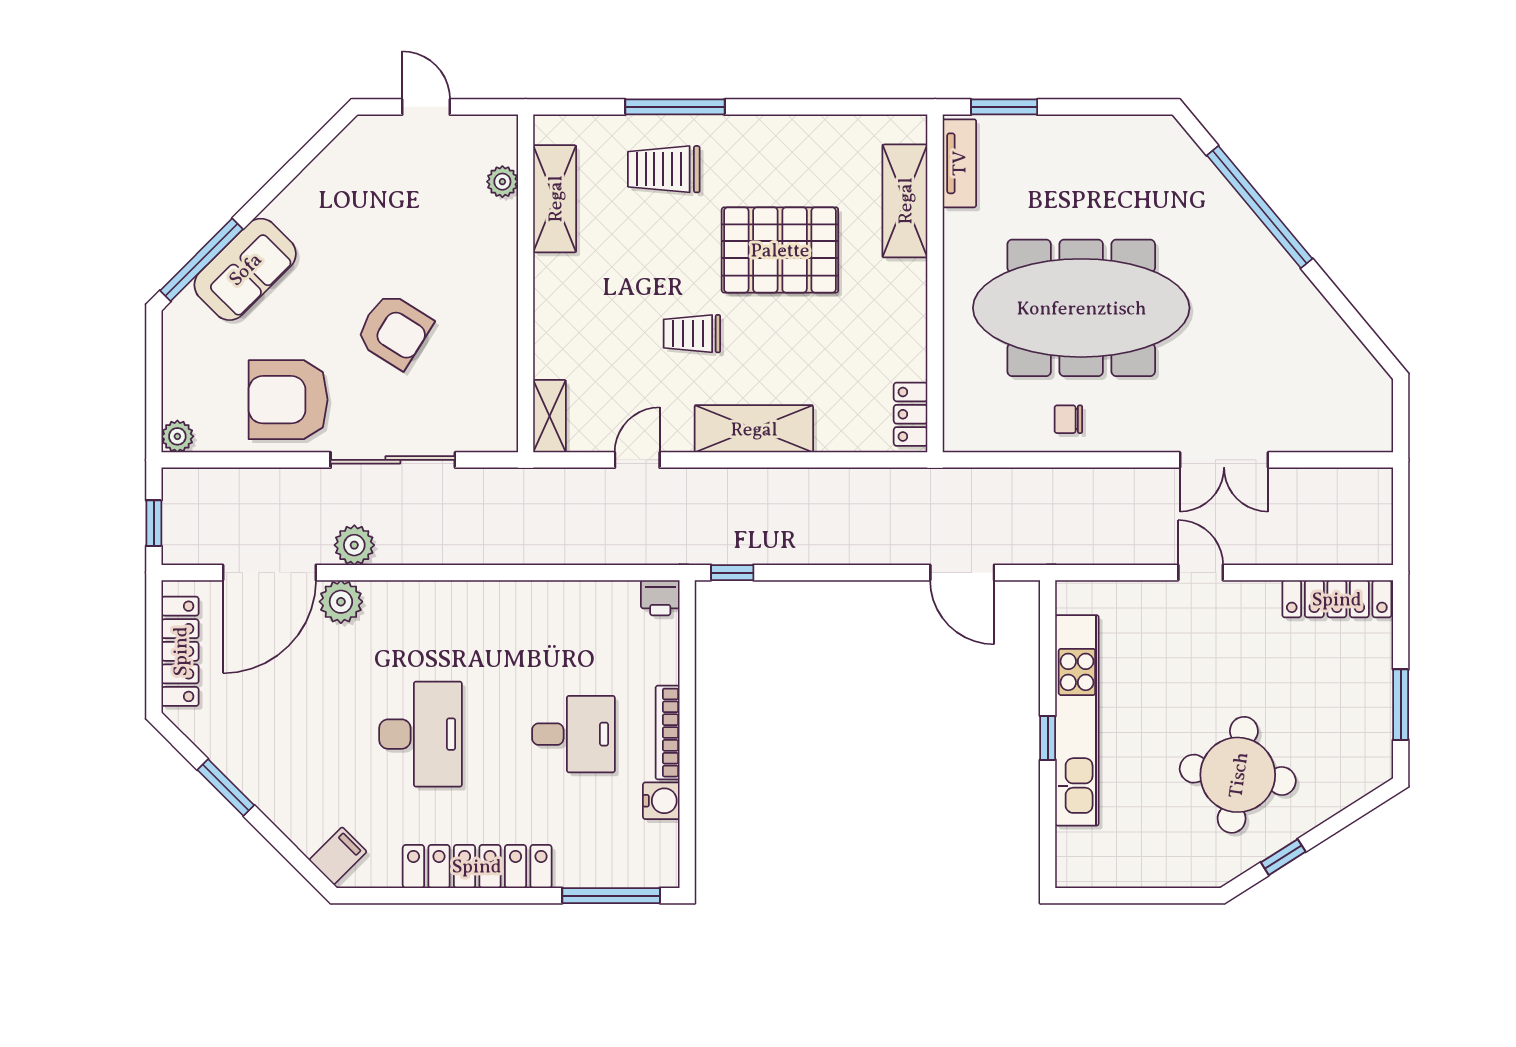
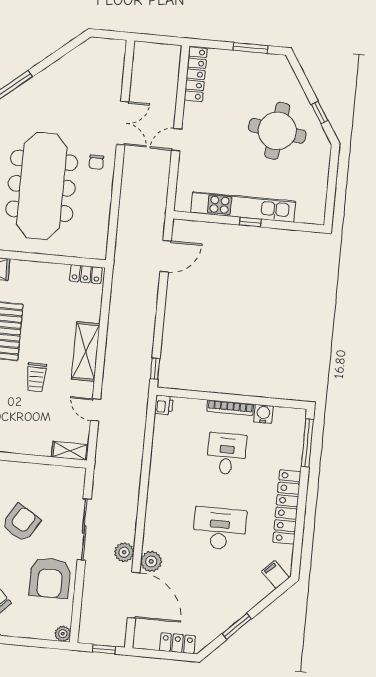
chair: (1068, 419) -> (96, 162), moved
locker: (180, 651) -> (177, 643), width x0.66

